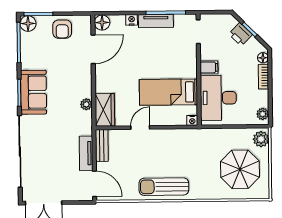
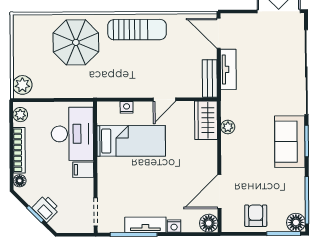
bookcase: (263, 77) -> (19, 150), width x1.56
nightstand: (192, 120) -> (127, 107), moved
parasol: (240, 169) -> (76, 42), moved

